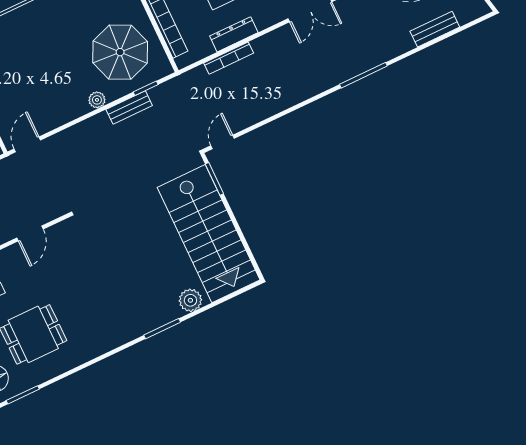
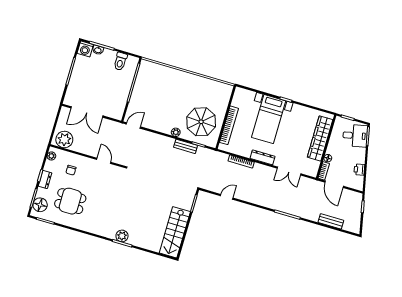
dresser: (234, 34) -> (263, 157), moved
door: (223, 142) -> (227, 197), moved
door: (30, 233) -> (104, 161), swing flipped
stairs: (209, 234) -> (175, 232), width x0.73, depth x0.66
plant: (190, 300) -> (122, 236), moved

